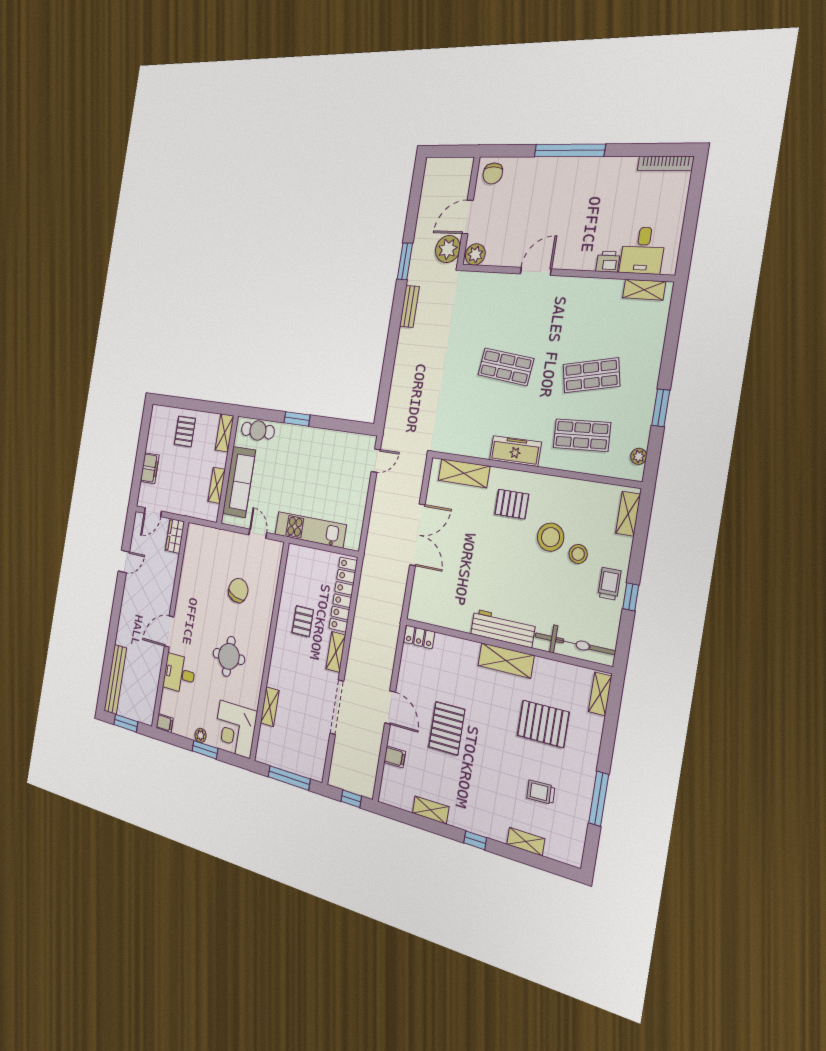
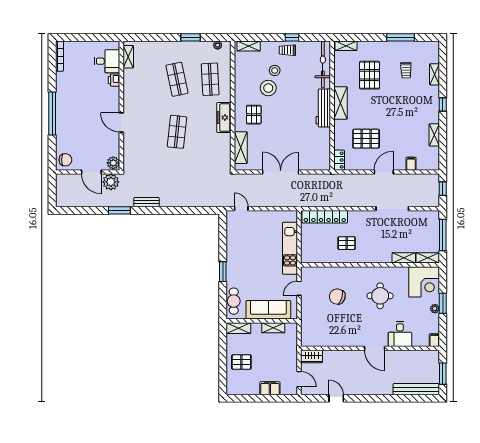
shelving: (336, 652) -> (428, 258), moved
pallet: (447, 728) -> (366, 139), moved

